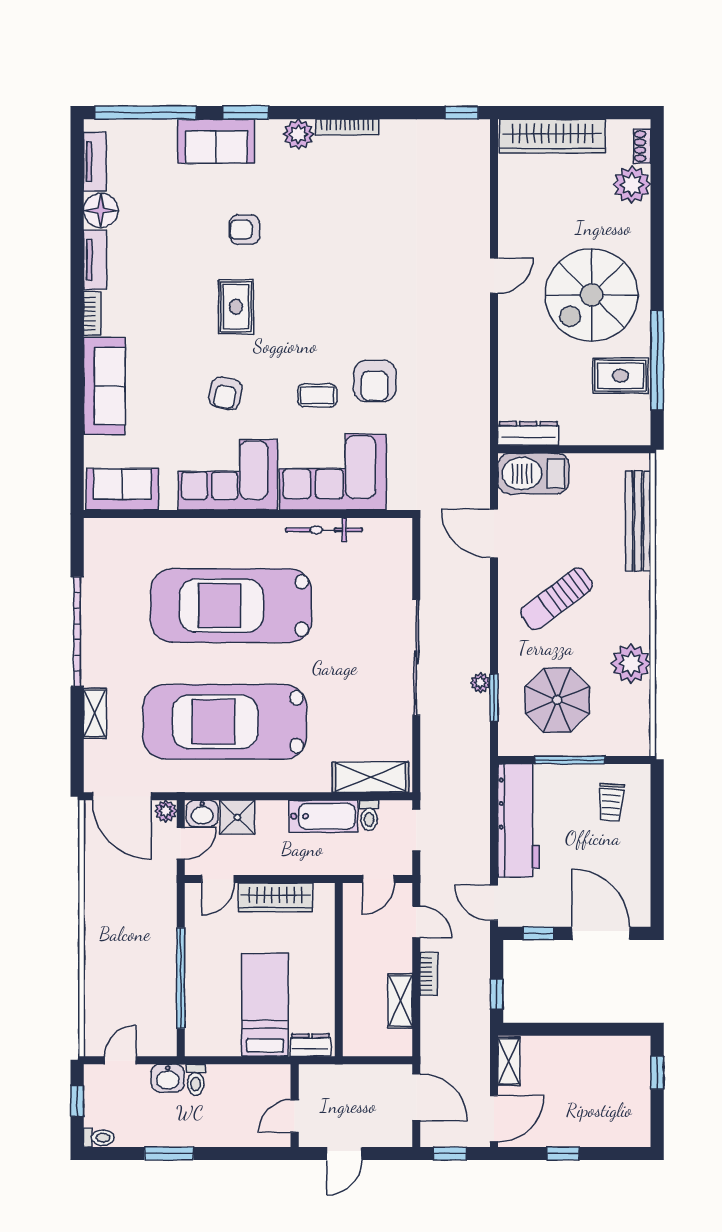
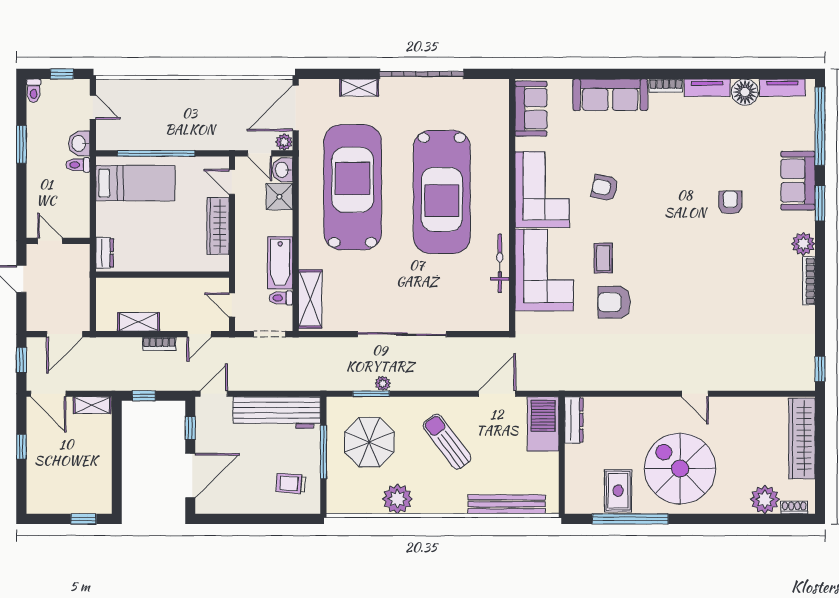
rug: (236, 307) -> (671, 196), removed
car: (231, 606) -> (442, 192), turned 180
bed: (265, 1005) -> (135, 183), moved

